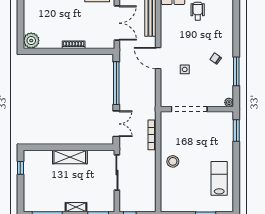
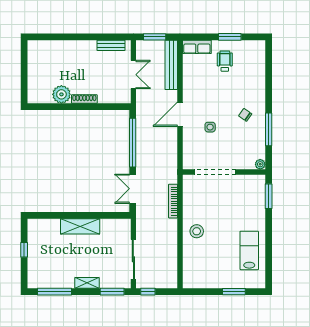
double door: (117, 23) -> (133, 75), width x0.73
plant: (31, 41) -> (61, 94), moved
door: (158, 58) -> (180, 114), hinge flipped
double door: (116, 124) -> (133, 189), swing flipped
window: (20, 168) -> (24, 250), moved
sliding door: (117, 173) -> (133, 259), moved

